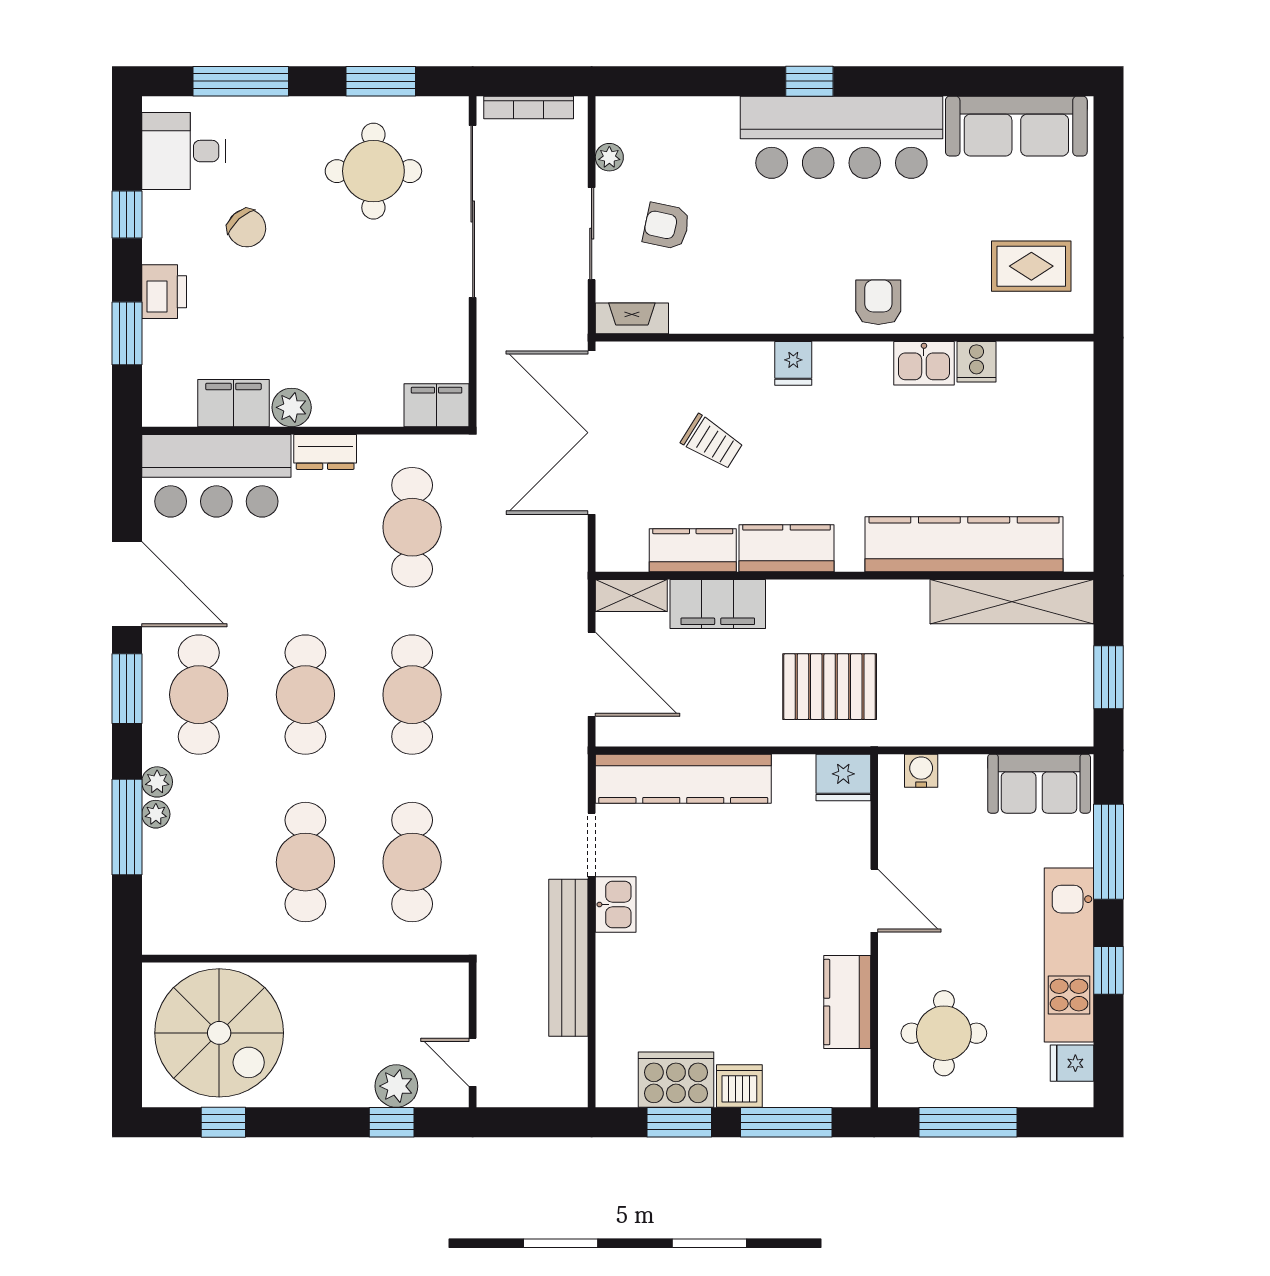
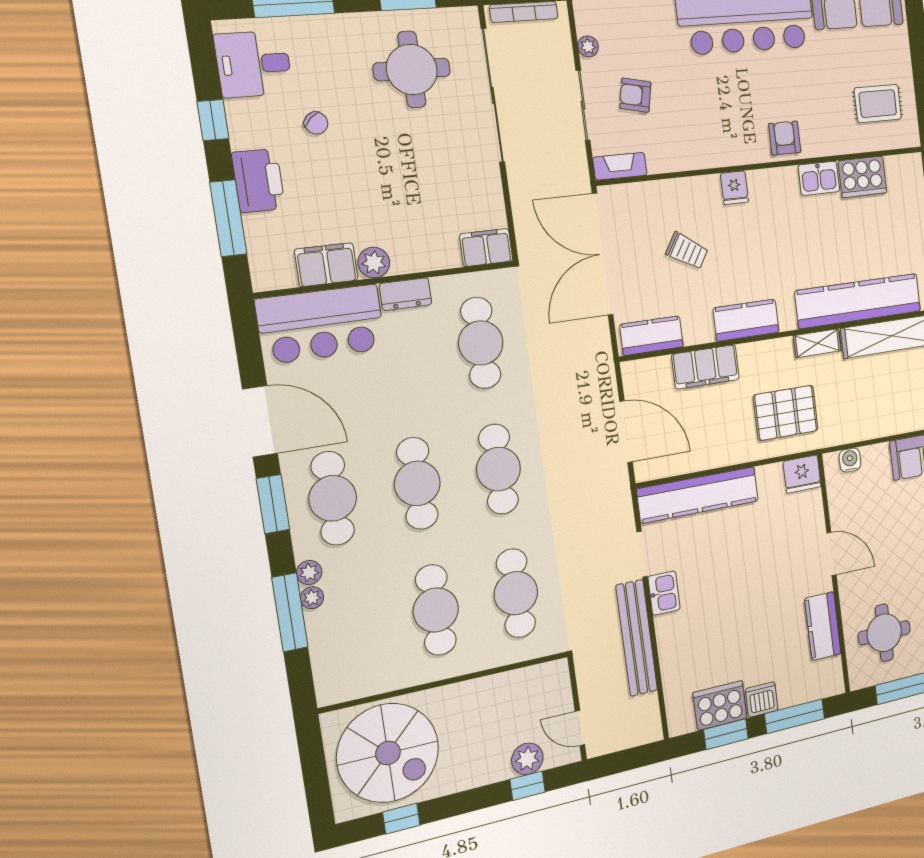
chair: (247, 228) -> (316, 123), width x0.73, depth x0.73
printer: (164, 292) -> (258, 181), width x1.37, depth x1.19
window: (127, 333) -> (228, 218), width x1.44
cooker: (976, 362) -> (863, 177), width x1.87, depth x1.31
kitchen counter: (693, 550) -> (652, 336), moved
shelving: (631, 596) -> (817, 343), moved

